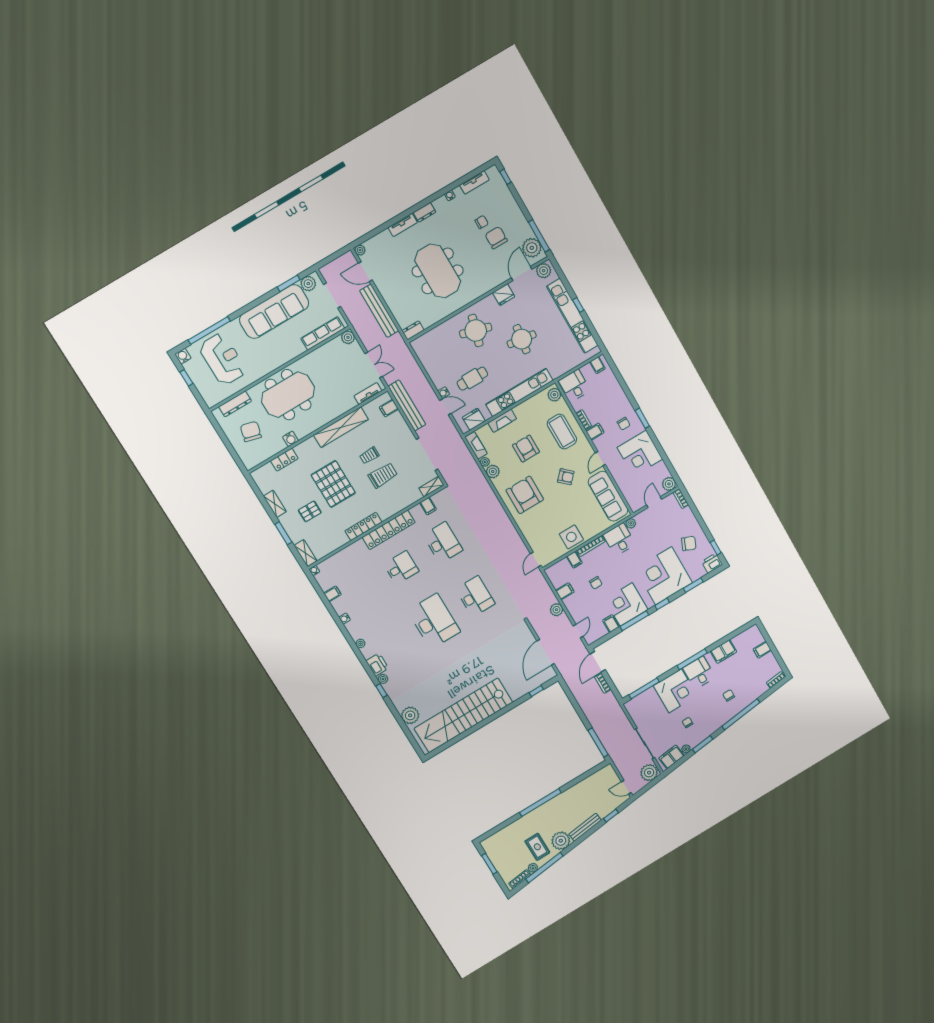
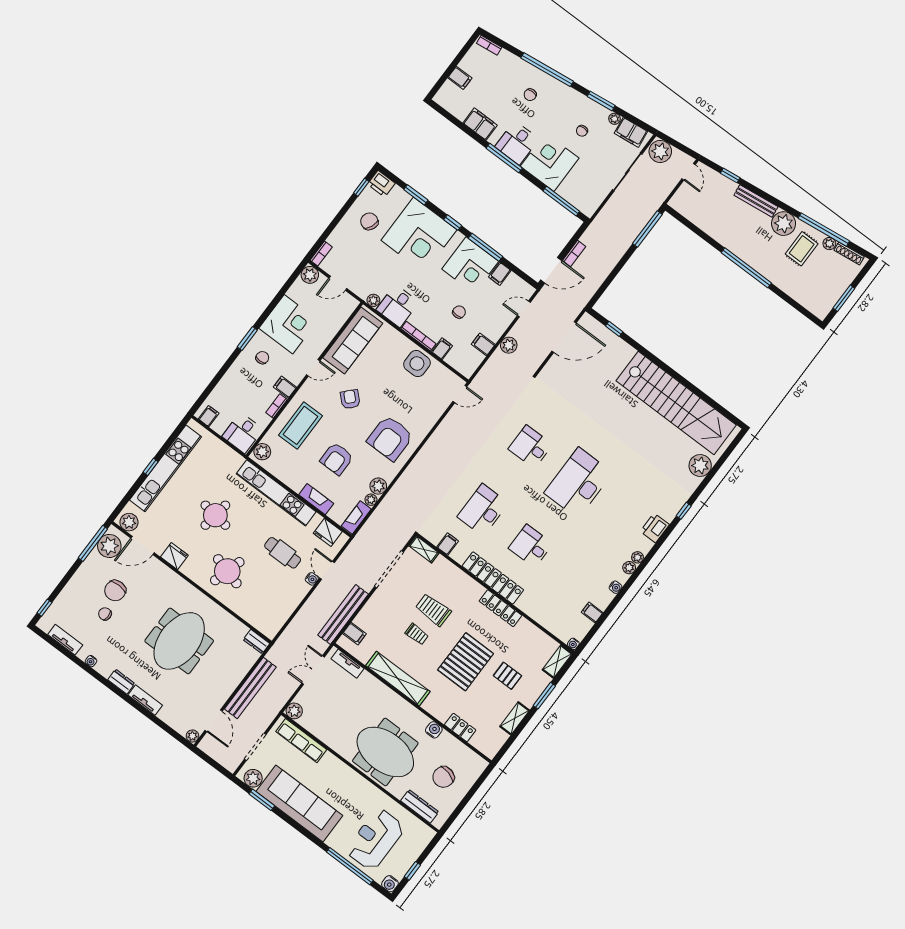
desk: (475, 596) -> (531, 447), width x0.73
plant: (383, 679) -> (629, 568), moved

